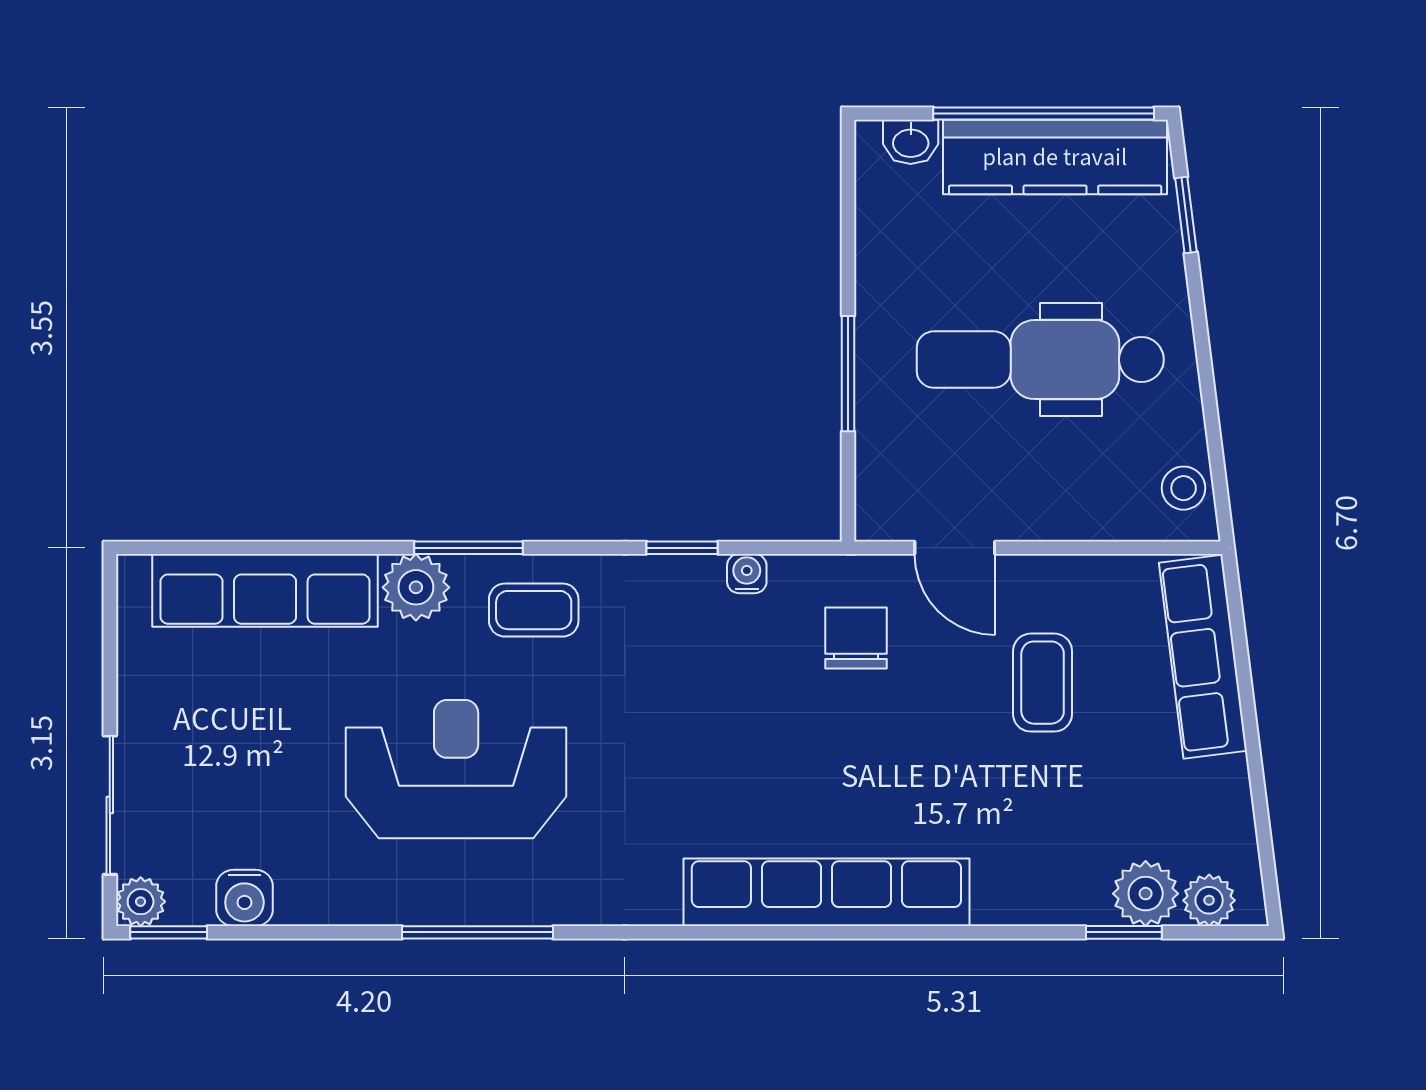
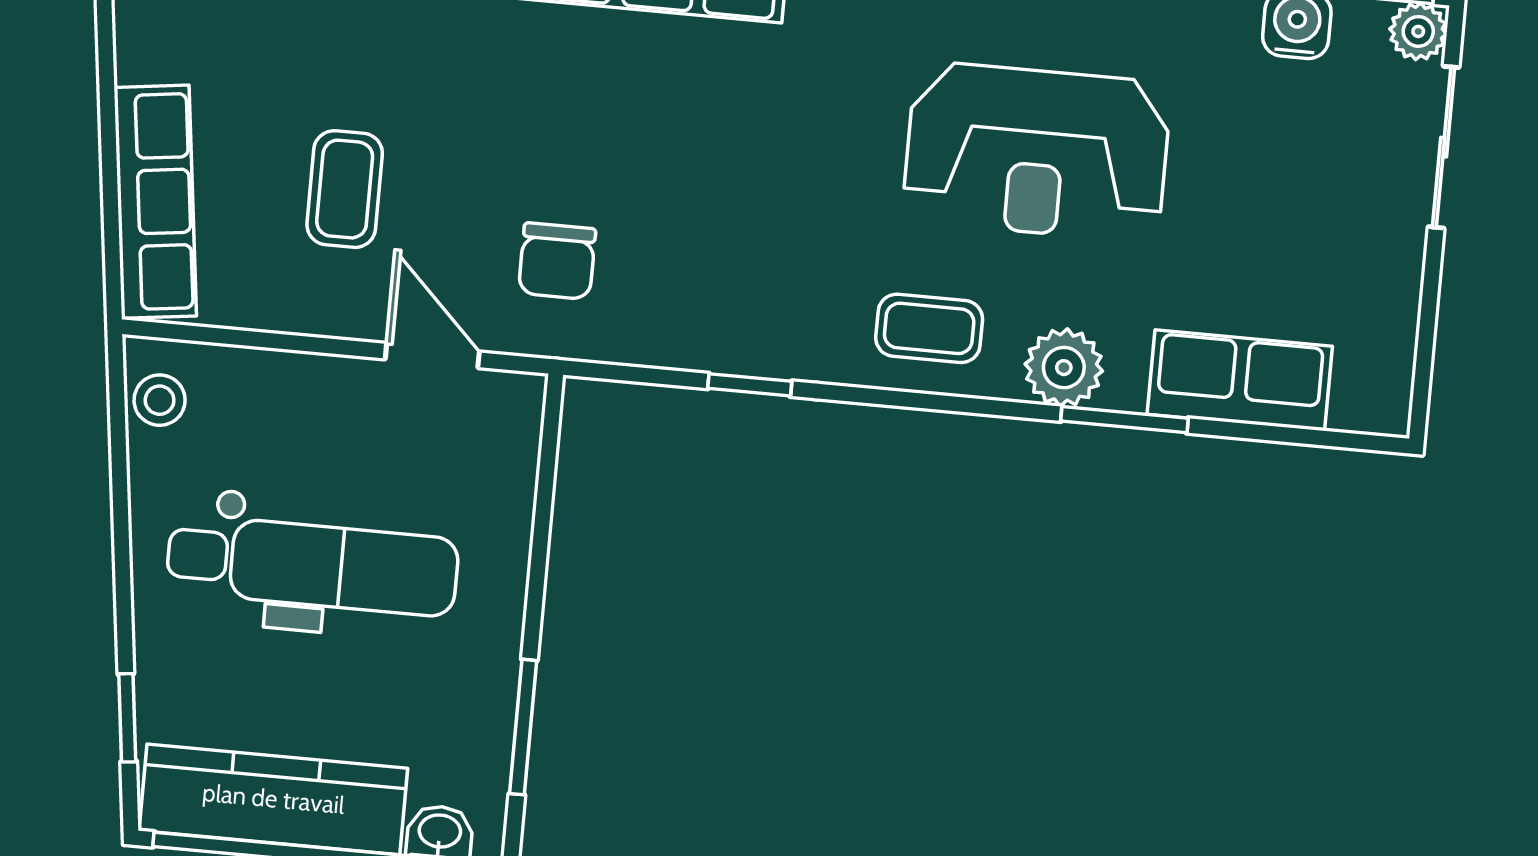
window: (848, 374) -> (523, 727), moved
window: (468, 548) -> (1125, 420), moved
water cooler: (747, 574) -> (677, 348), removed
row of seats: (265, 590) -> (1240, 380), width x0.68

